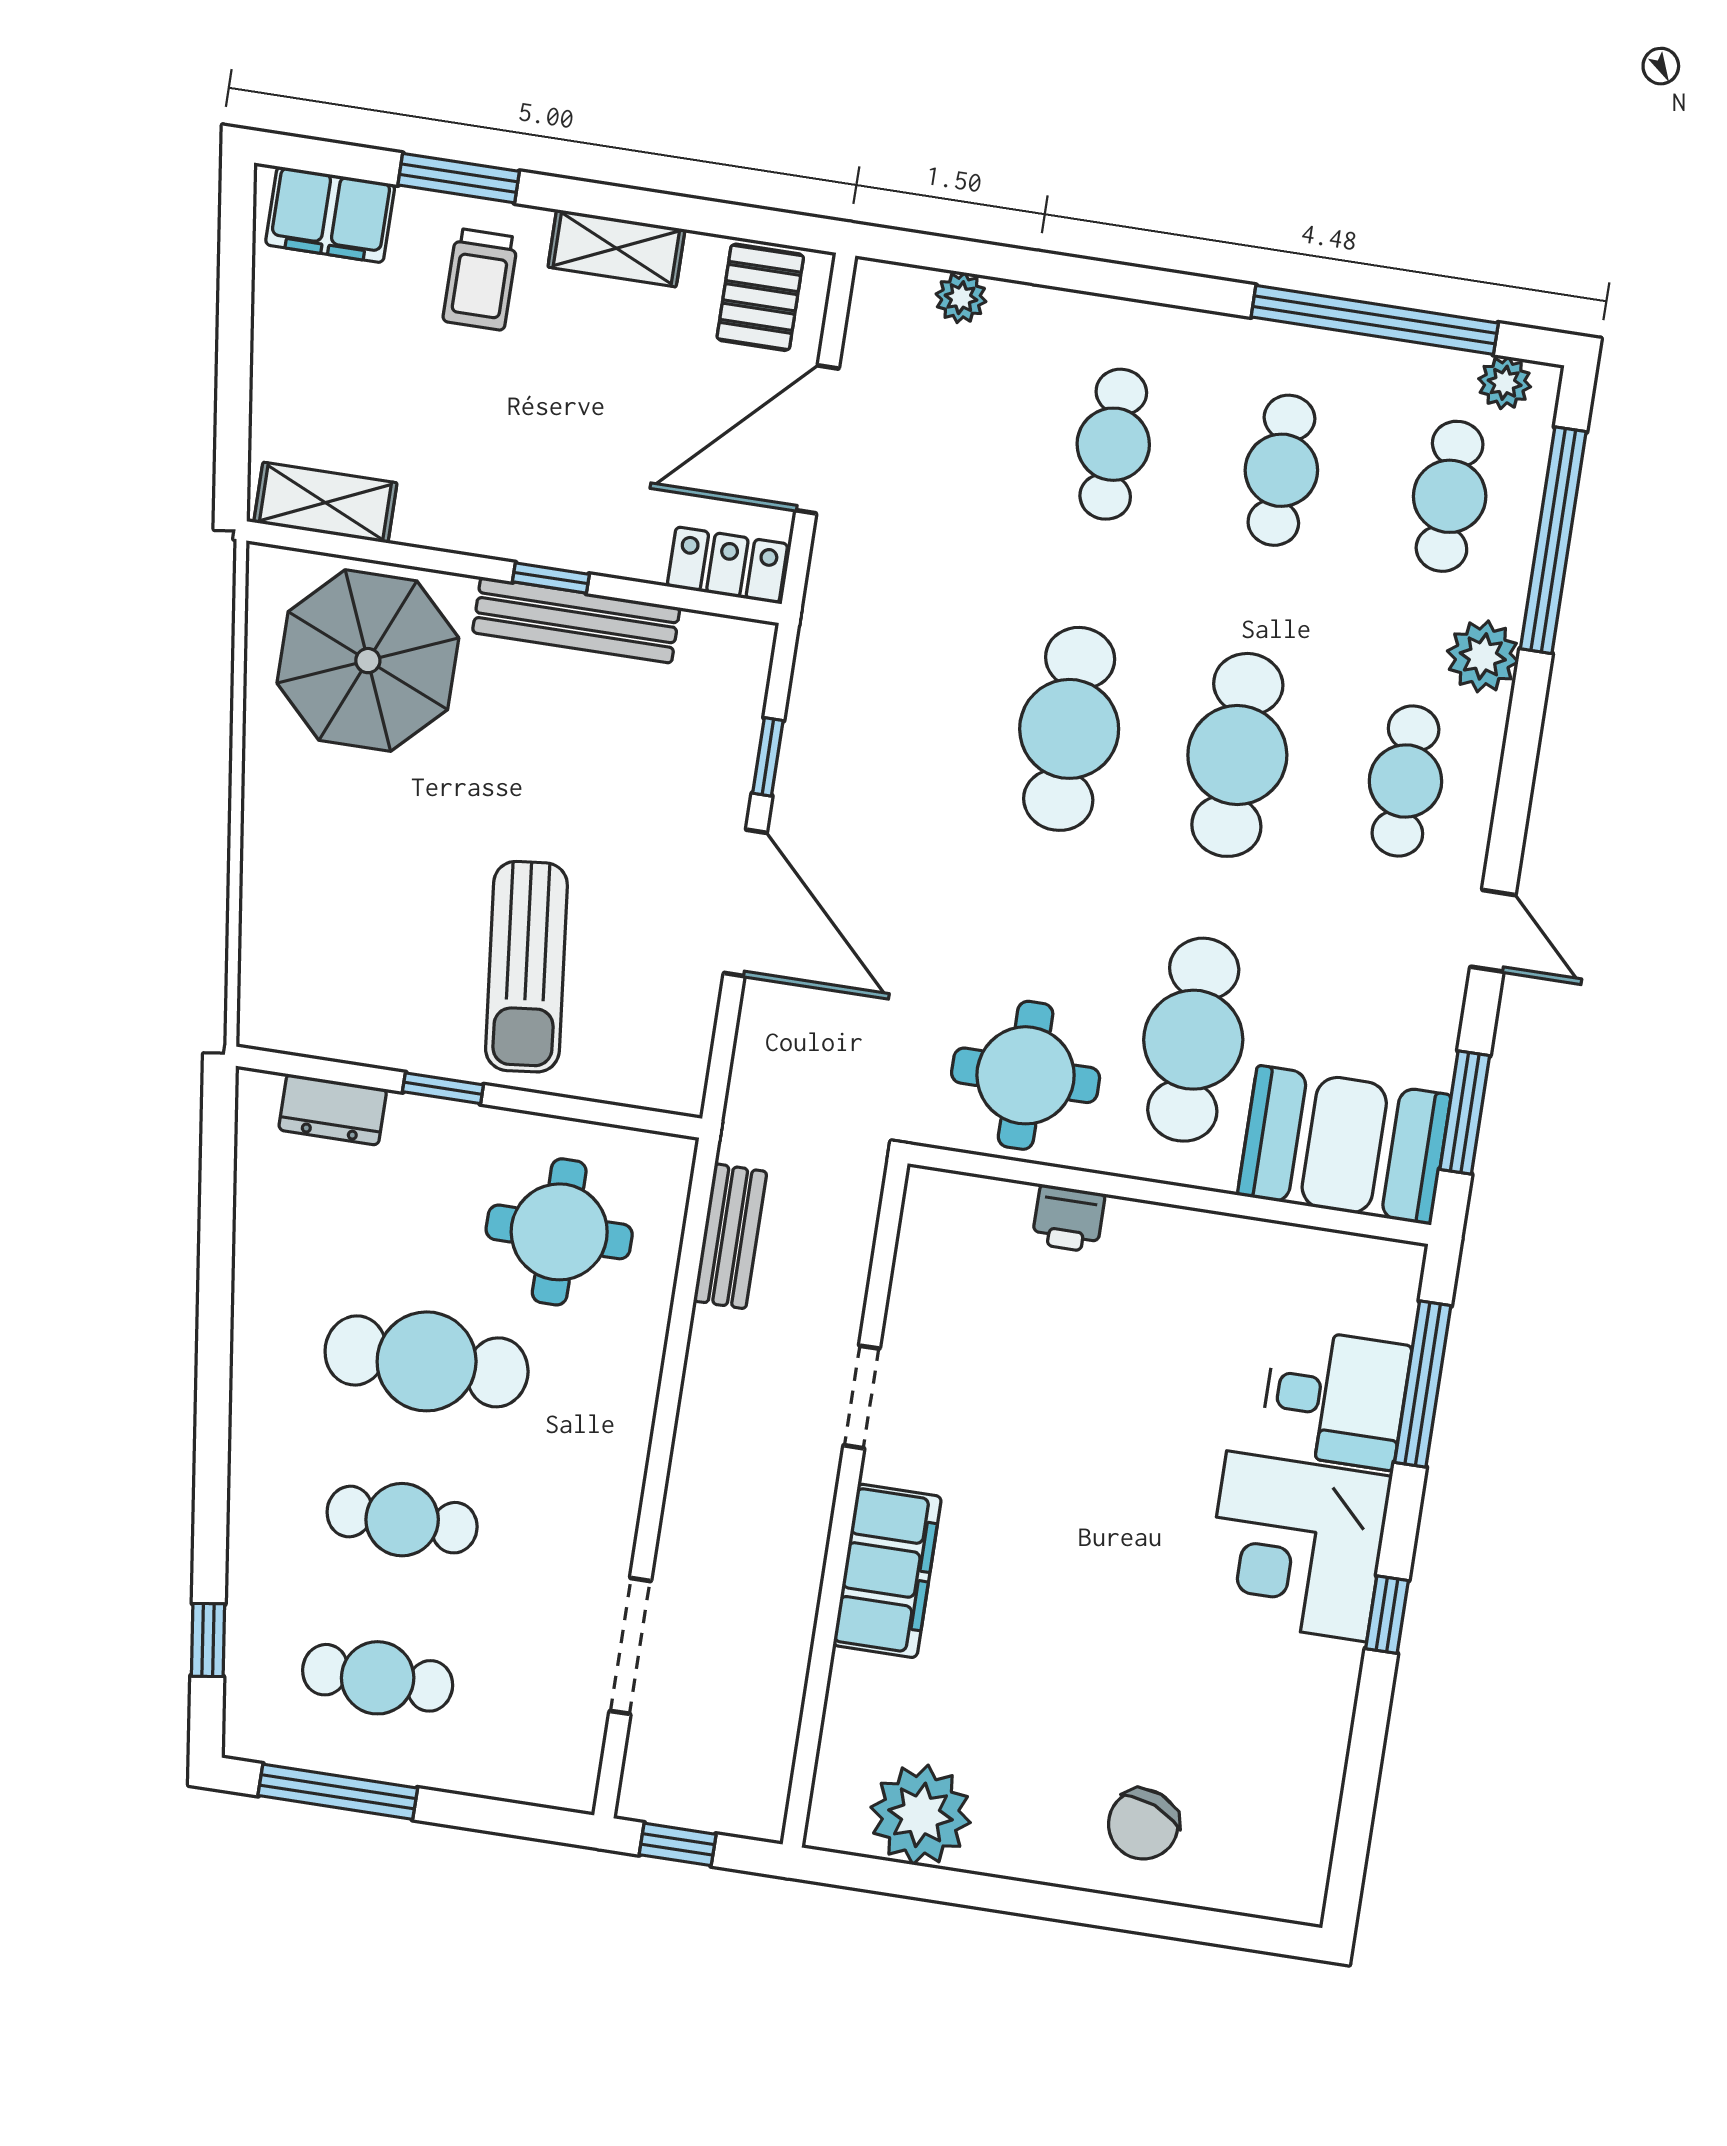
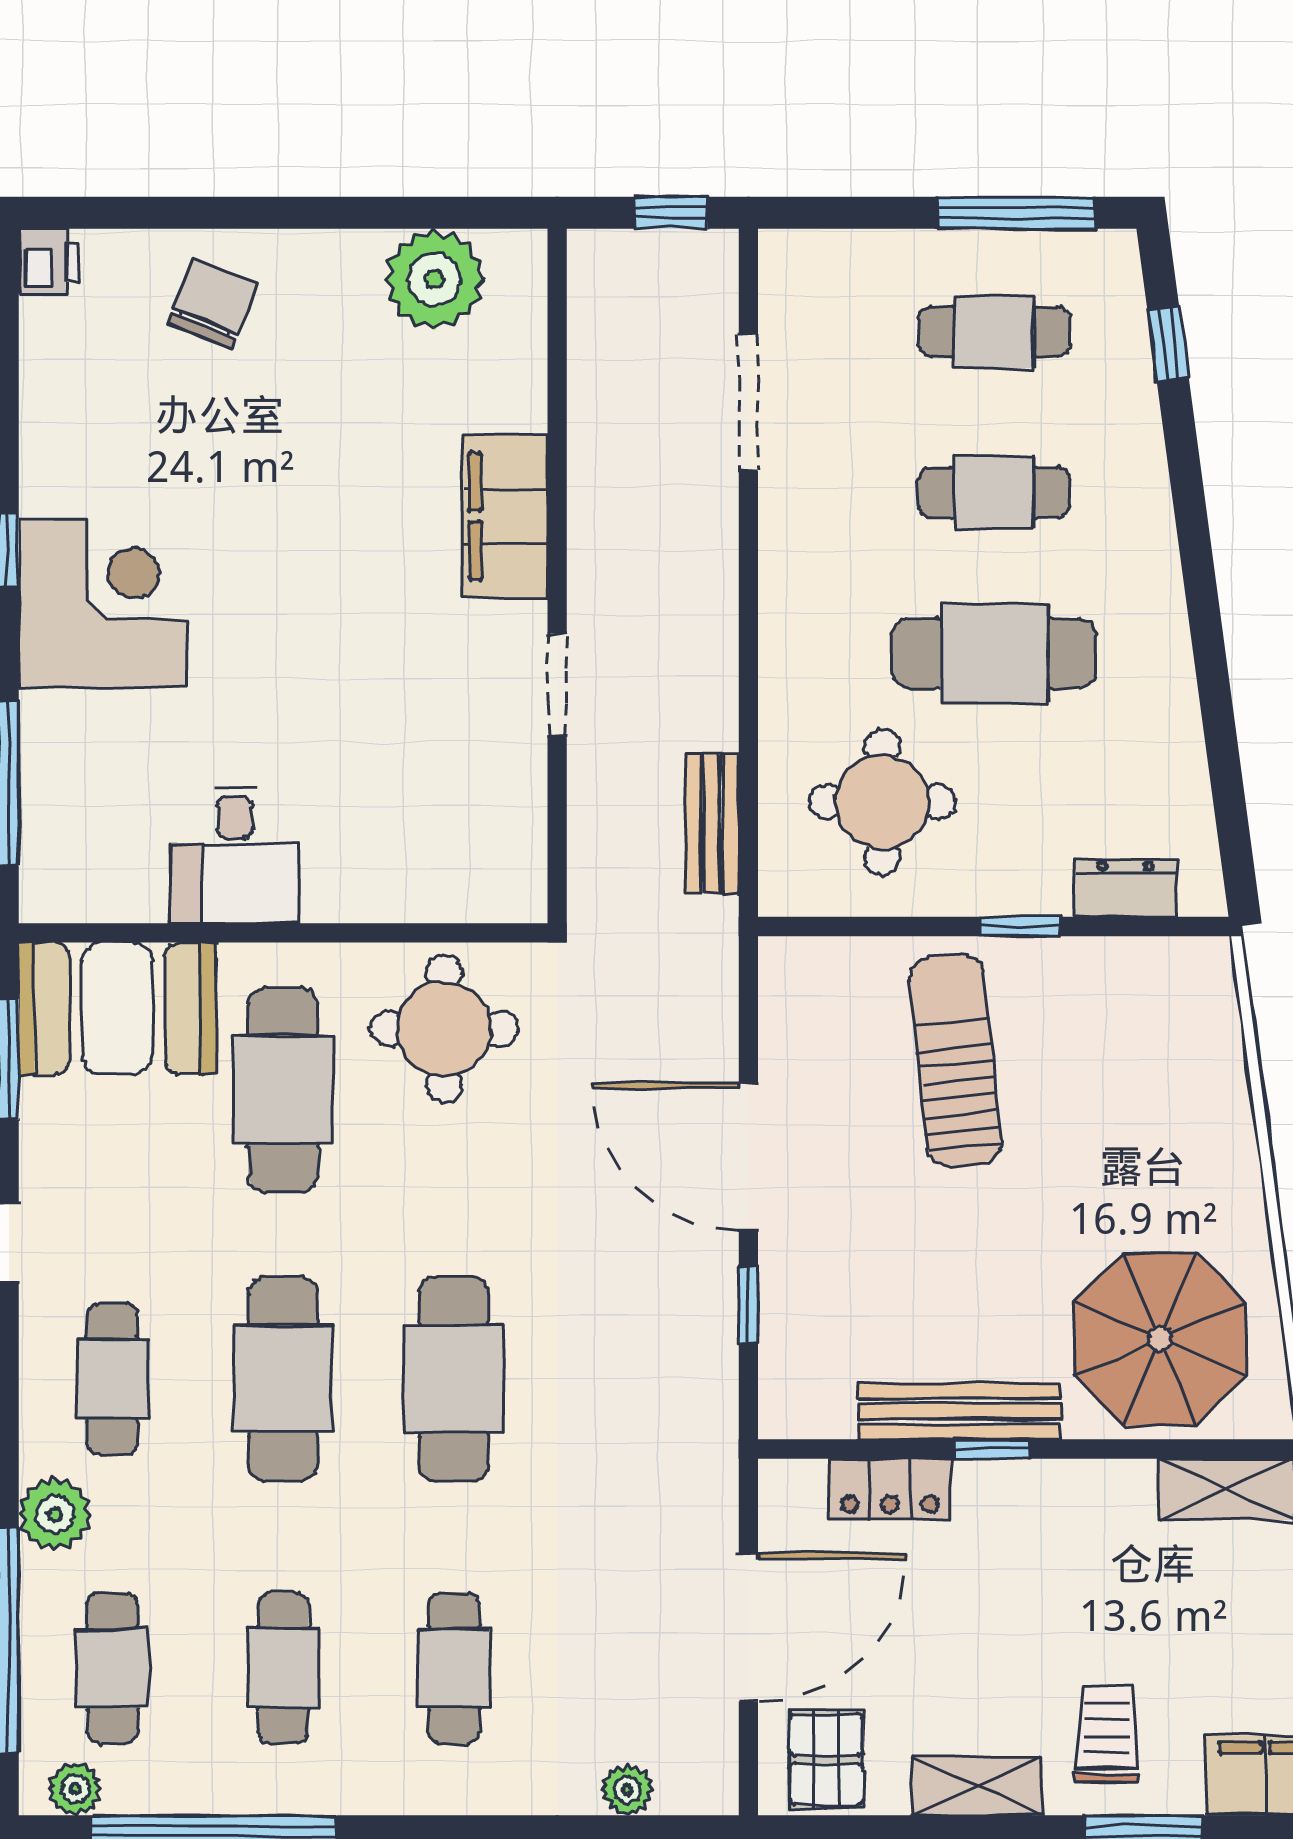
locker: (727, 565) -> (890, 1489), moved
printer: (1068, 1219) -> (49, 262), moved, turned 90
desk: (1335, 1398) -> (235, 855), moved, turned -90

